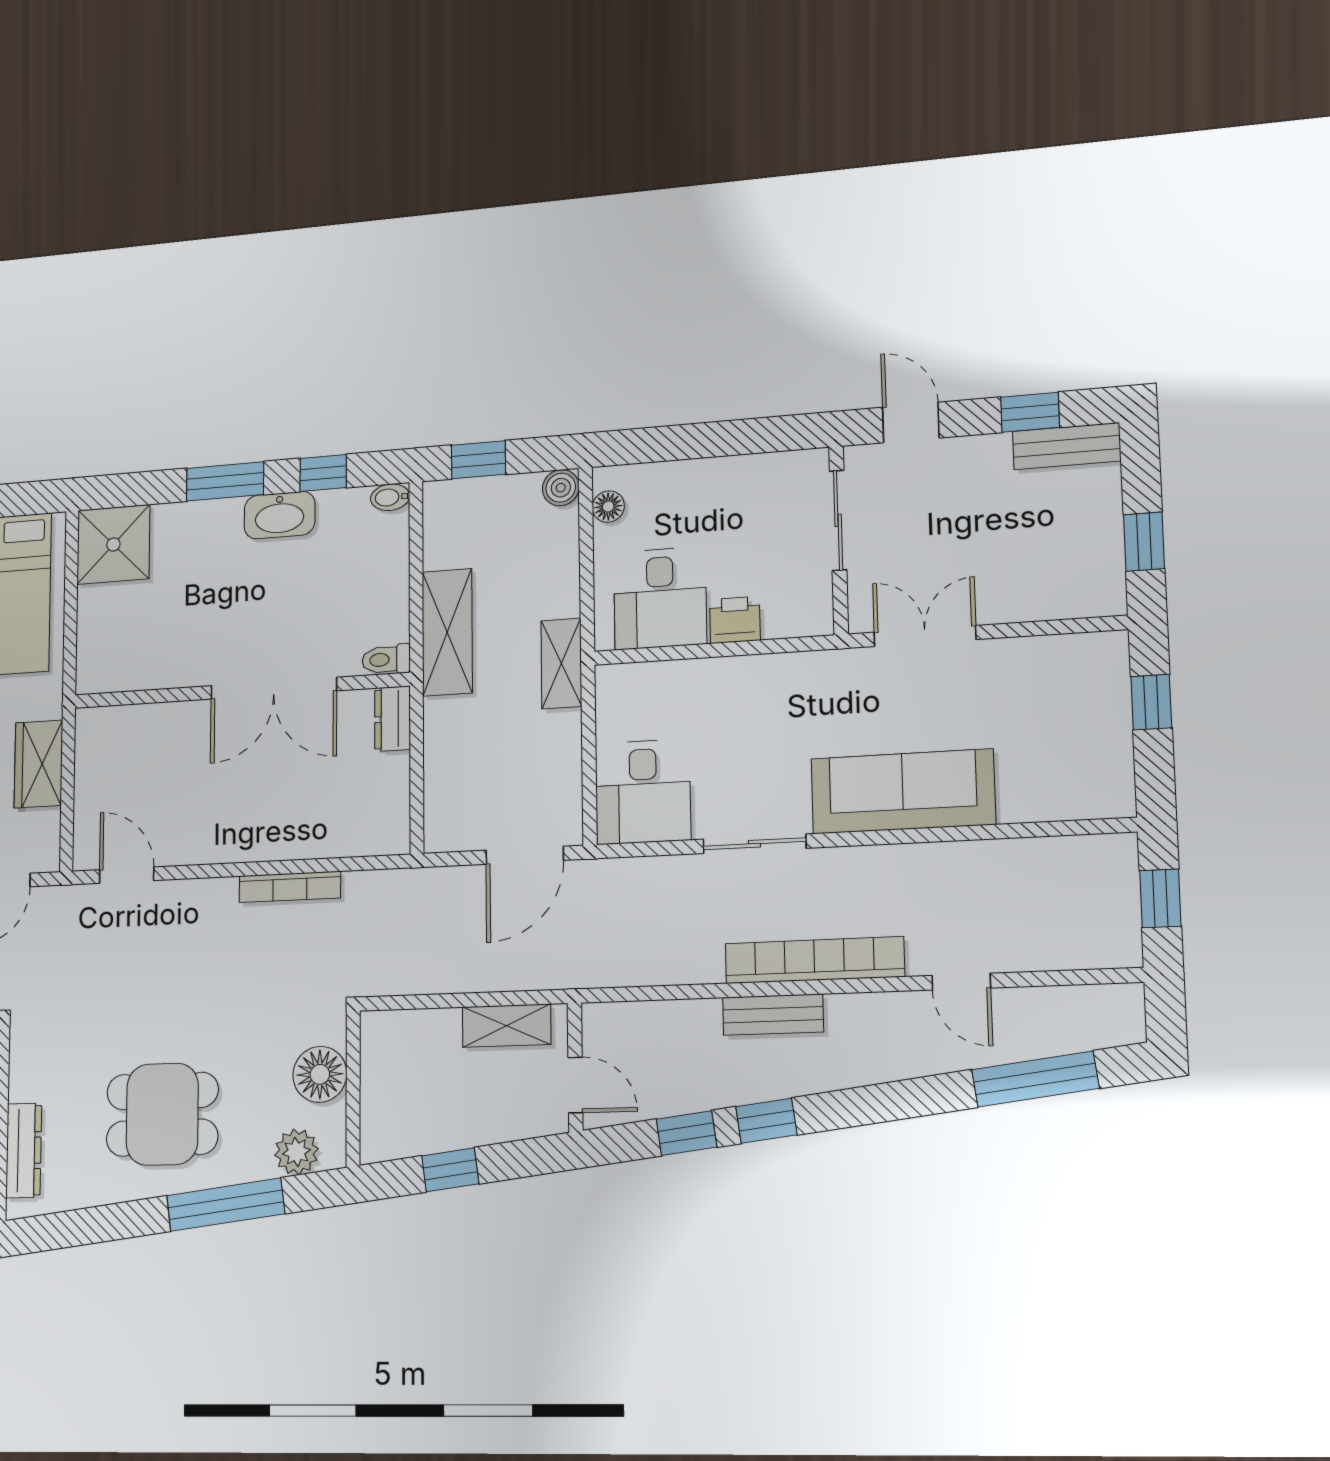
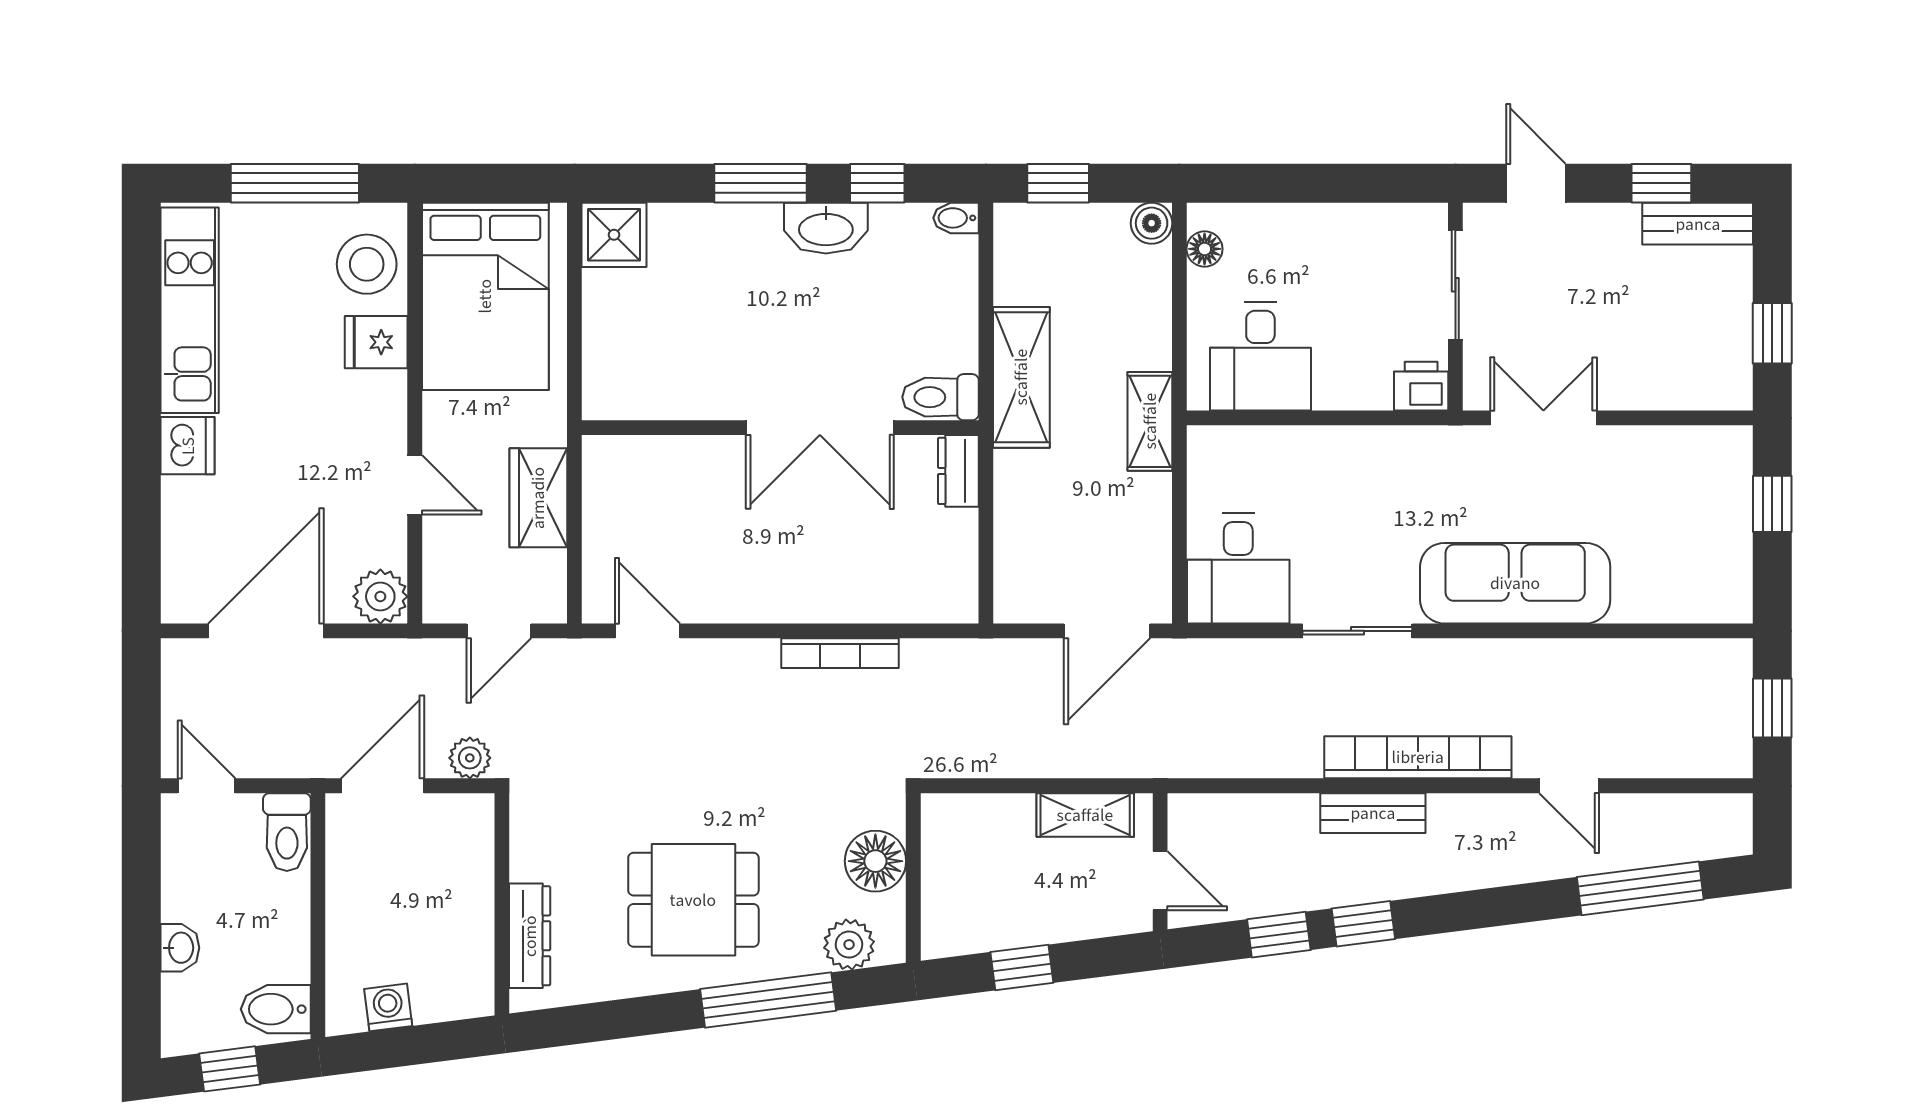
shower: (113, 544) -> (614, 235), width x0.73, depth x0.73
printer: (735, 620) -> (1421, 386), moved
toilet: (386, 659) -> (940, 397), width x1.37, depth x1.39

